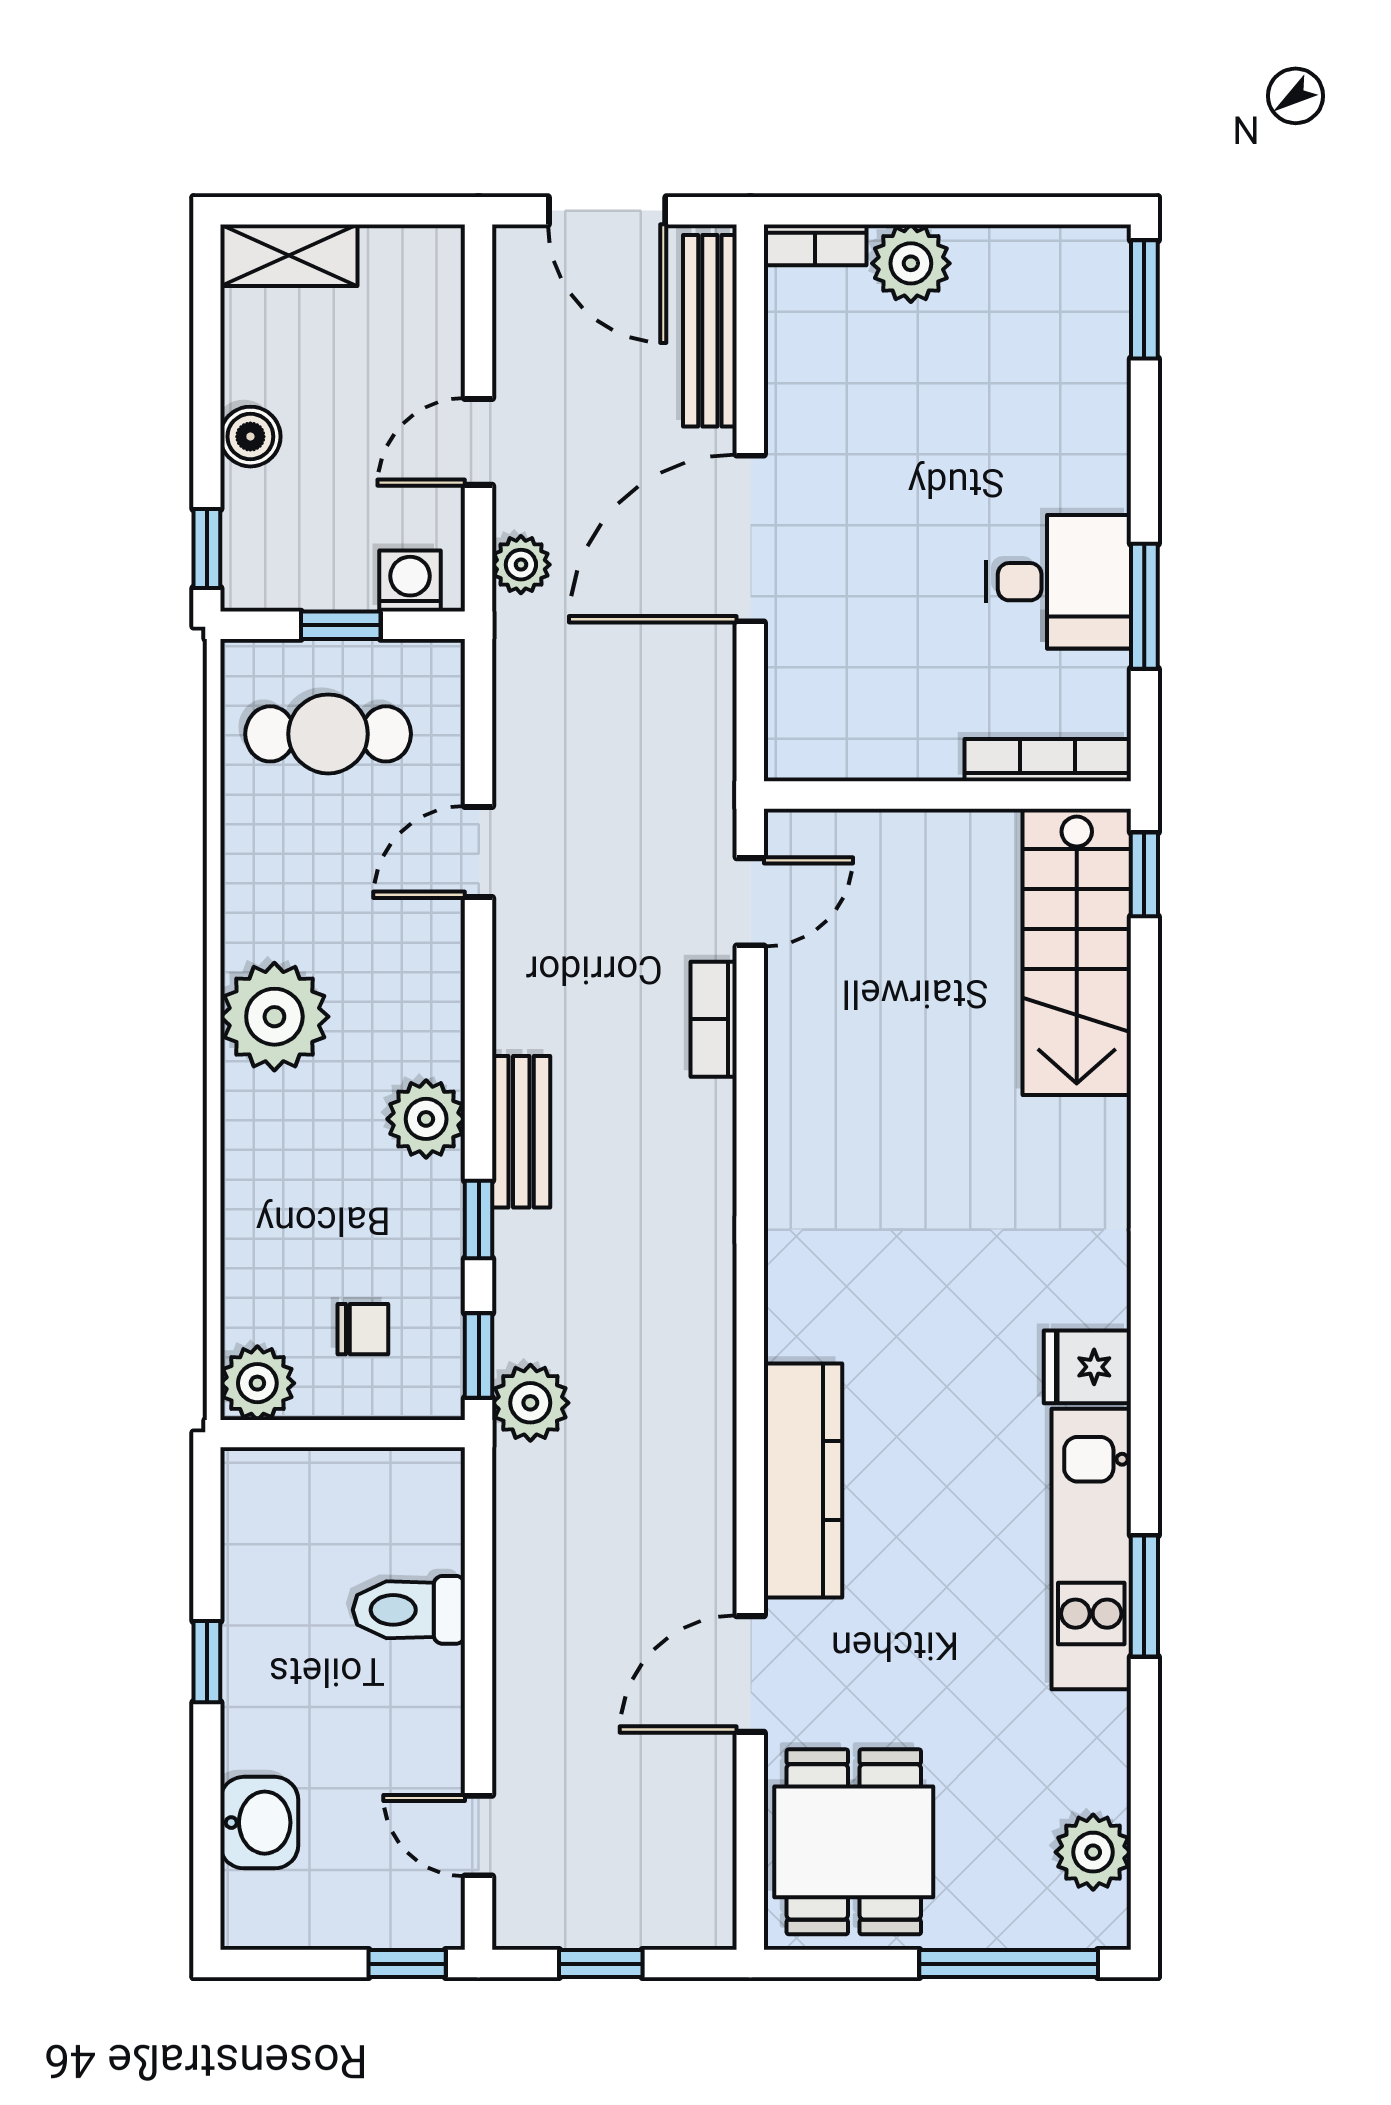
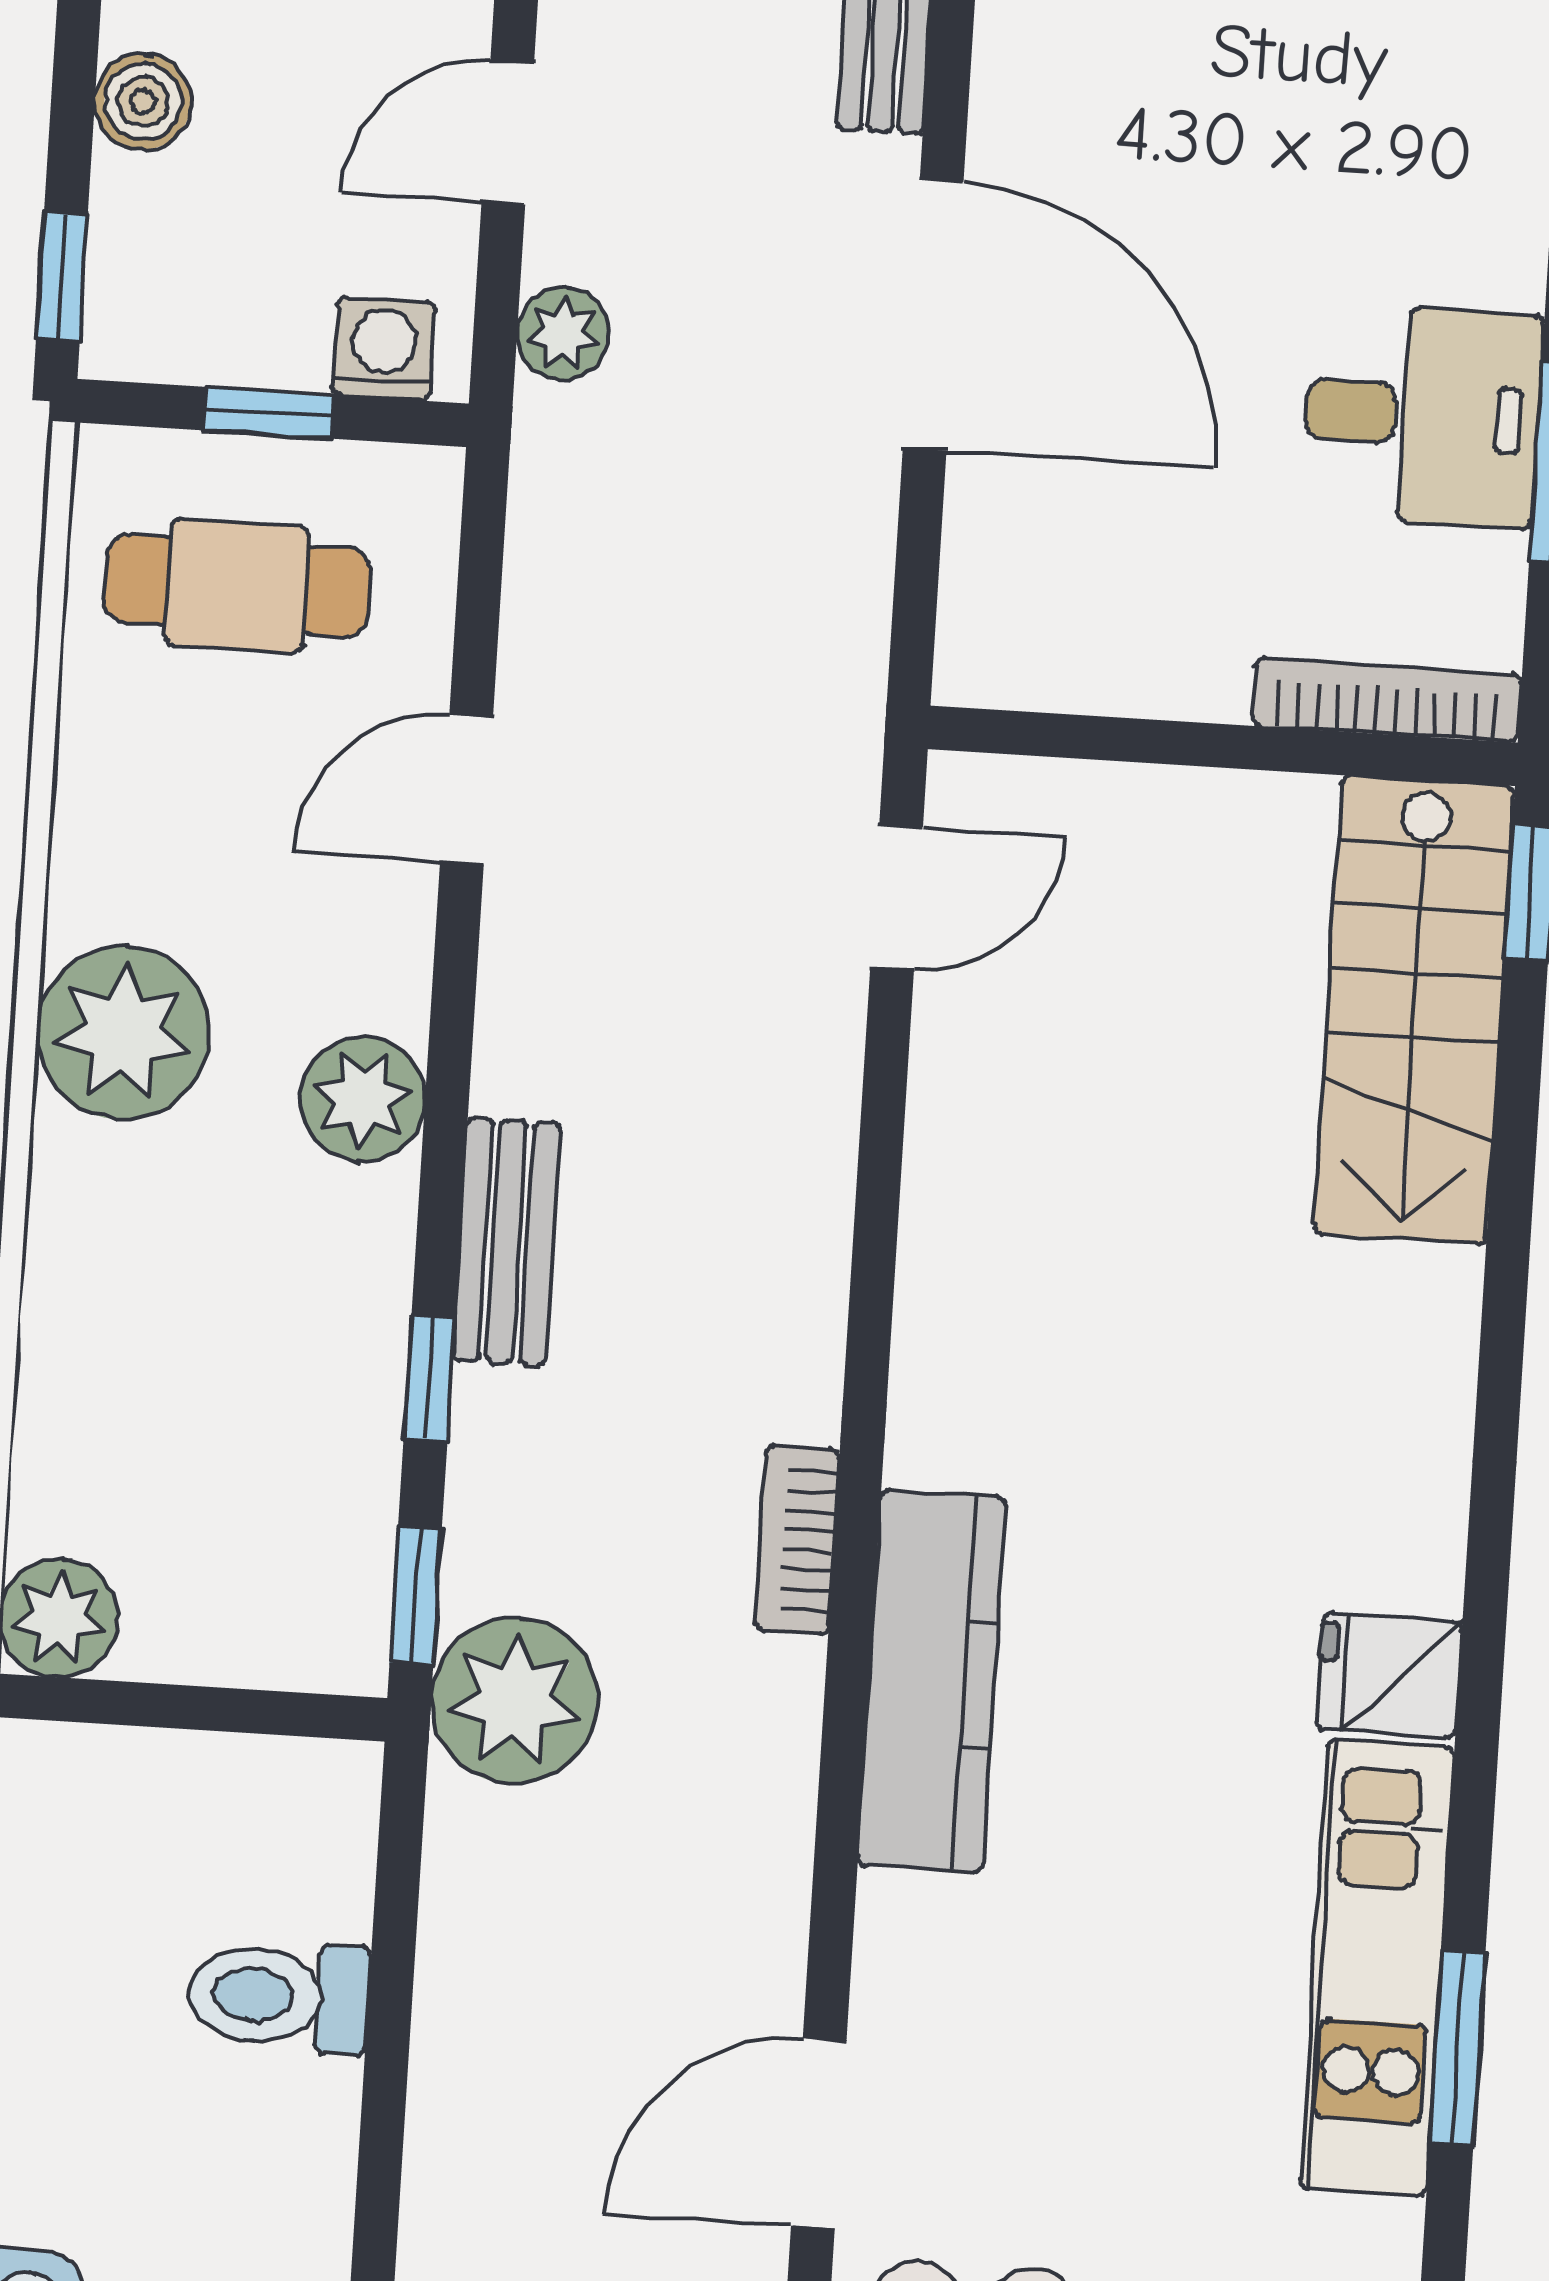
door: (750, 538) -> (933, 315), swing flipped
bookcase: (714, 1019) -> (797, 1540), moved
plant: (426, 1119) -> (362, 1099), moved
chair: (363, 1329) -> (233, 1542), removed
plant: (530, 1403) -> (515, 1701), width x1.36, depth x1.36
kitchen counter: (803, 1481) -> (932, 1681), moved

